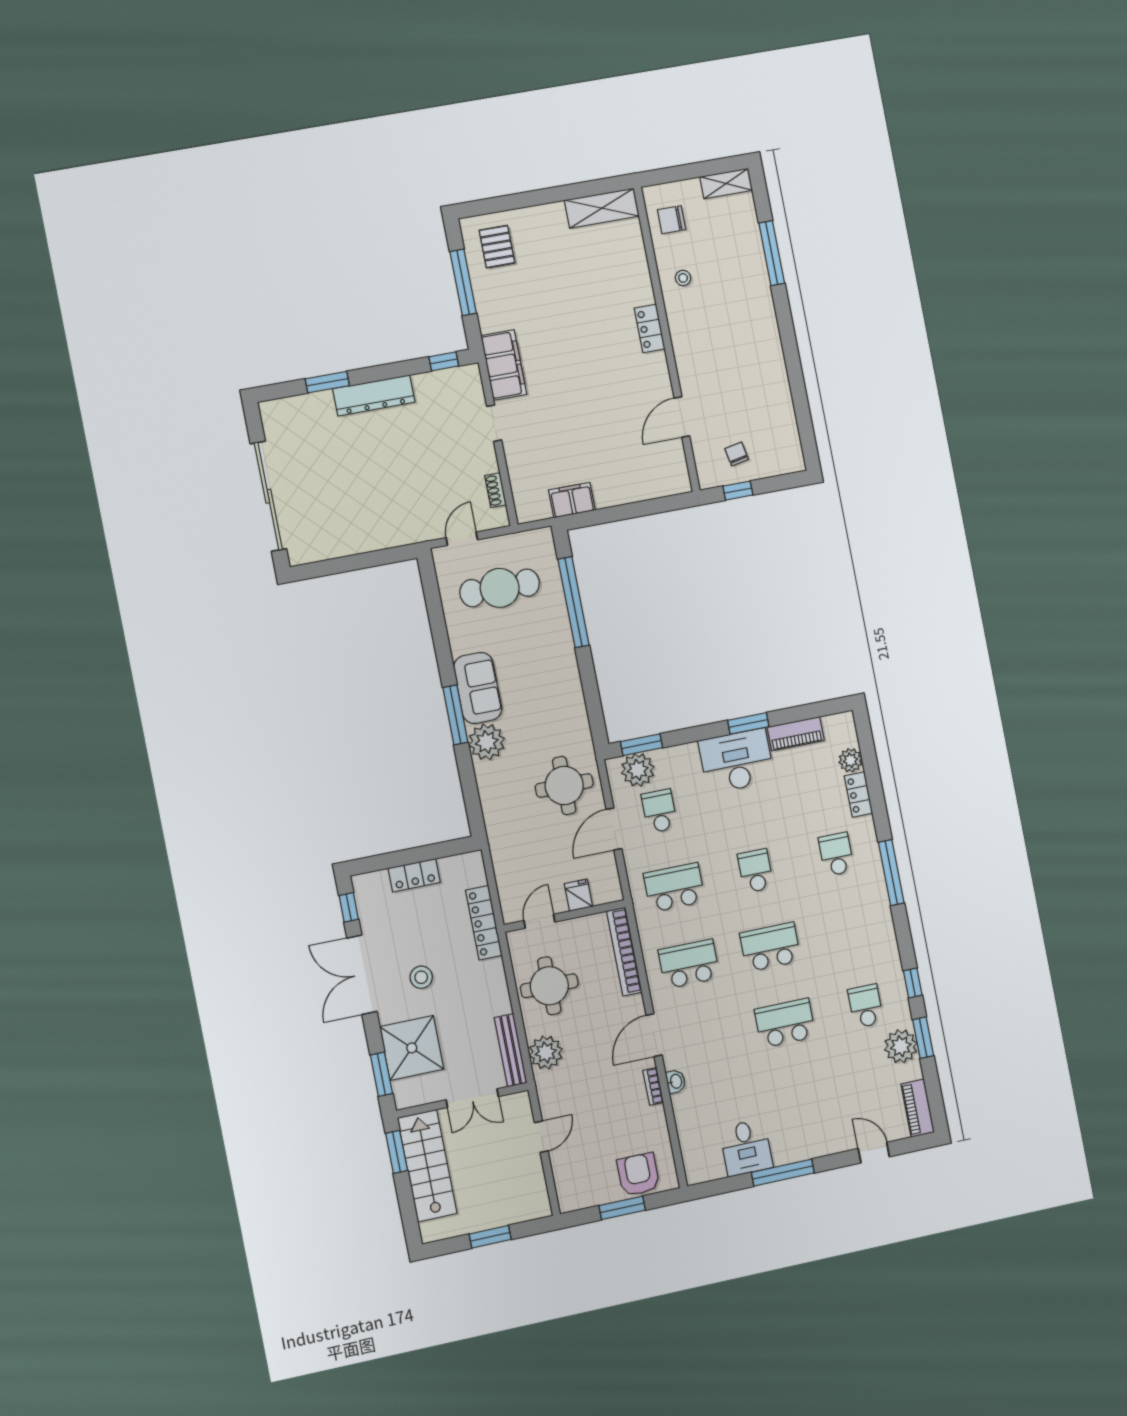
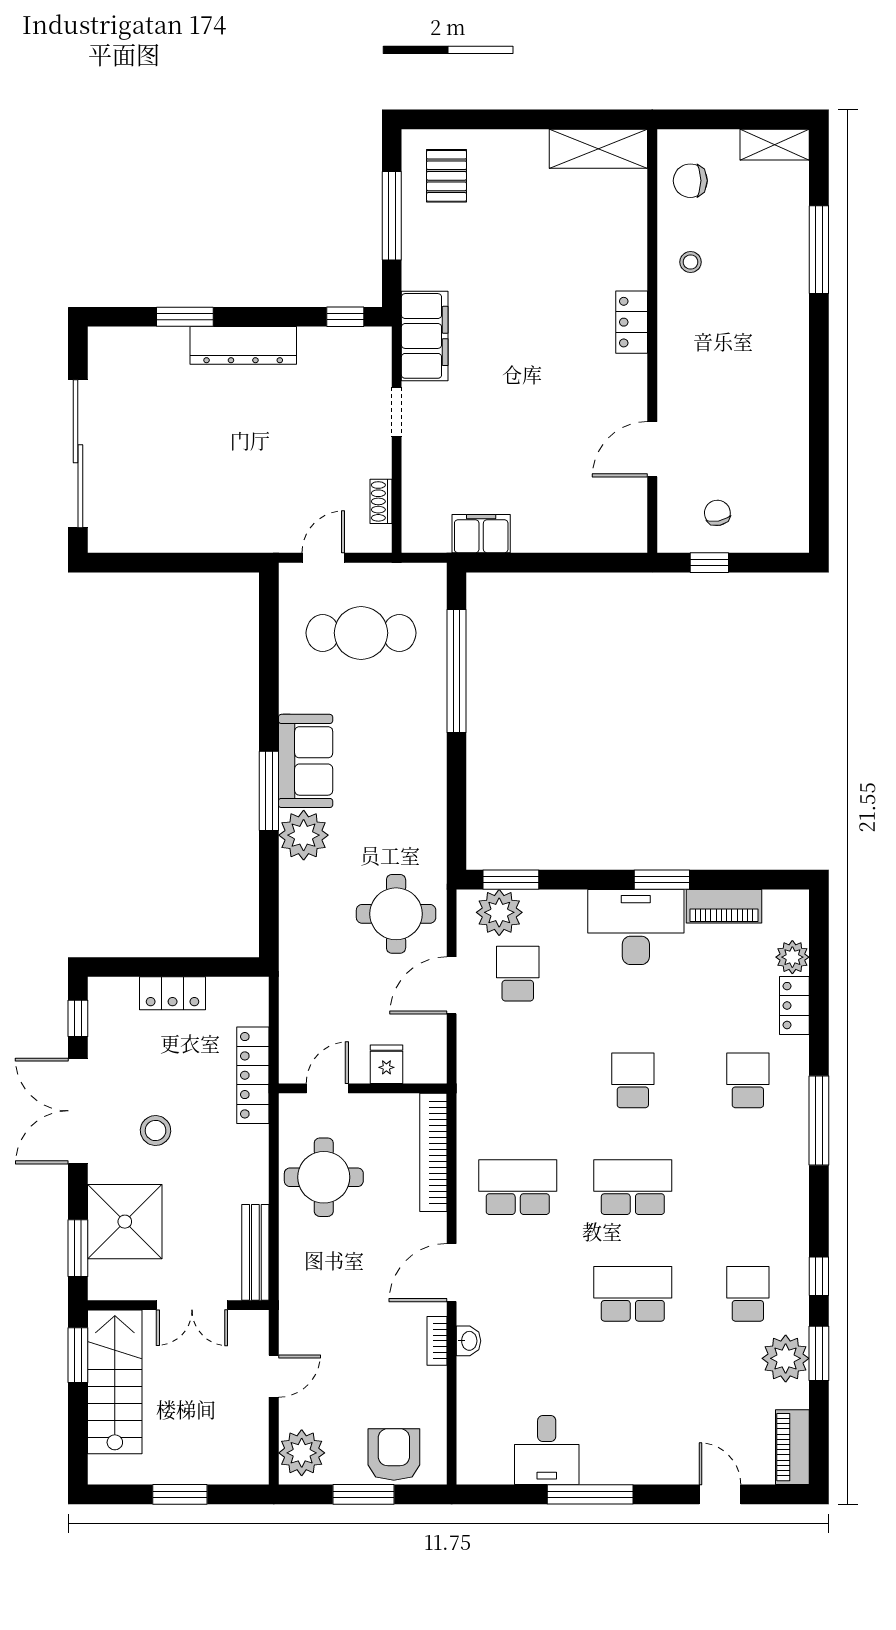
school desk: (674, 887) -> (518, 1080), removed
plant: (546, 1052) -> (302, 1453), moved

